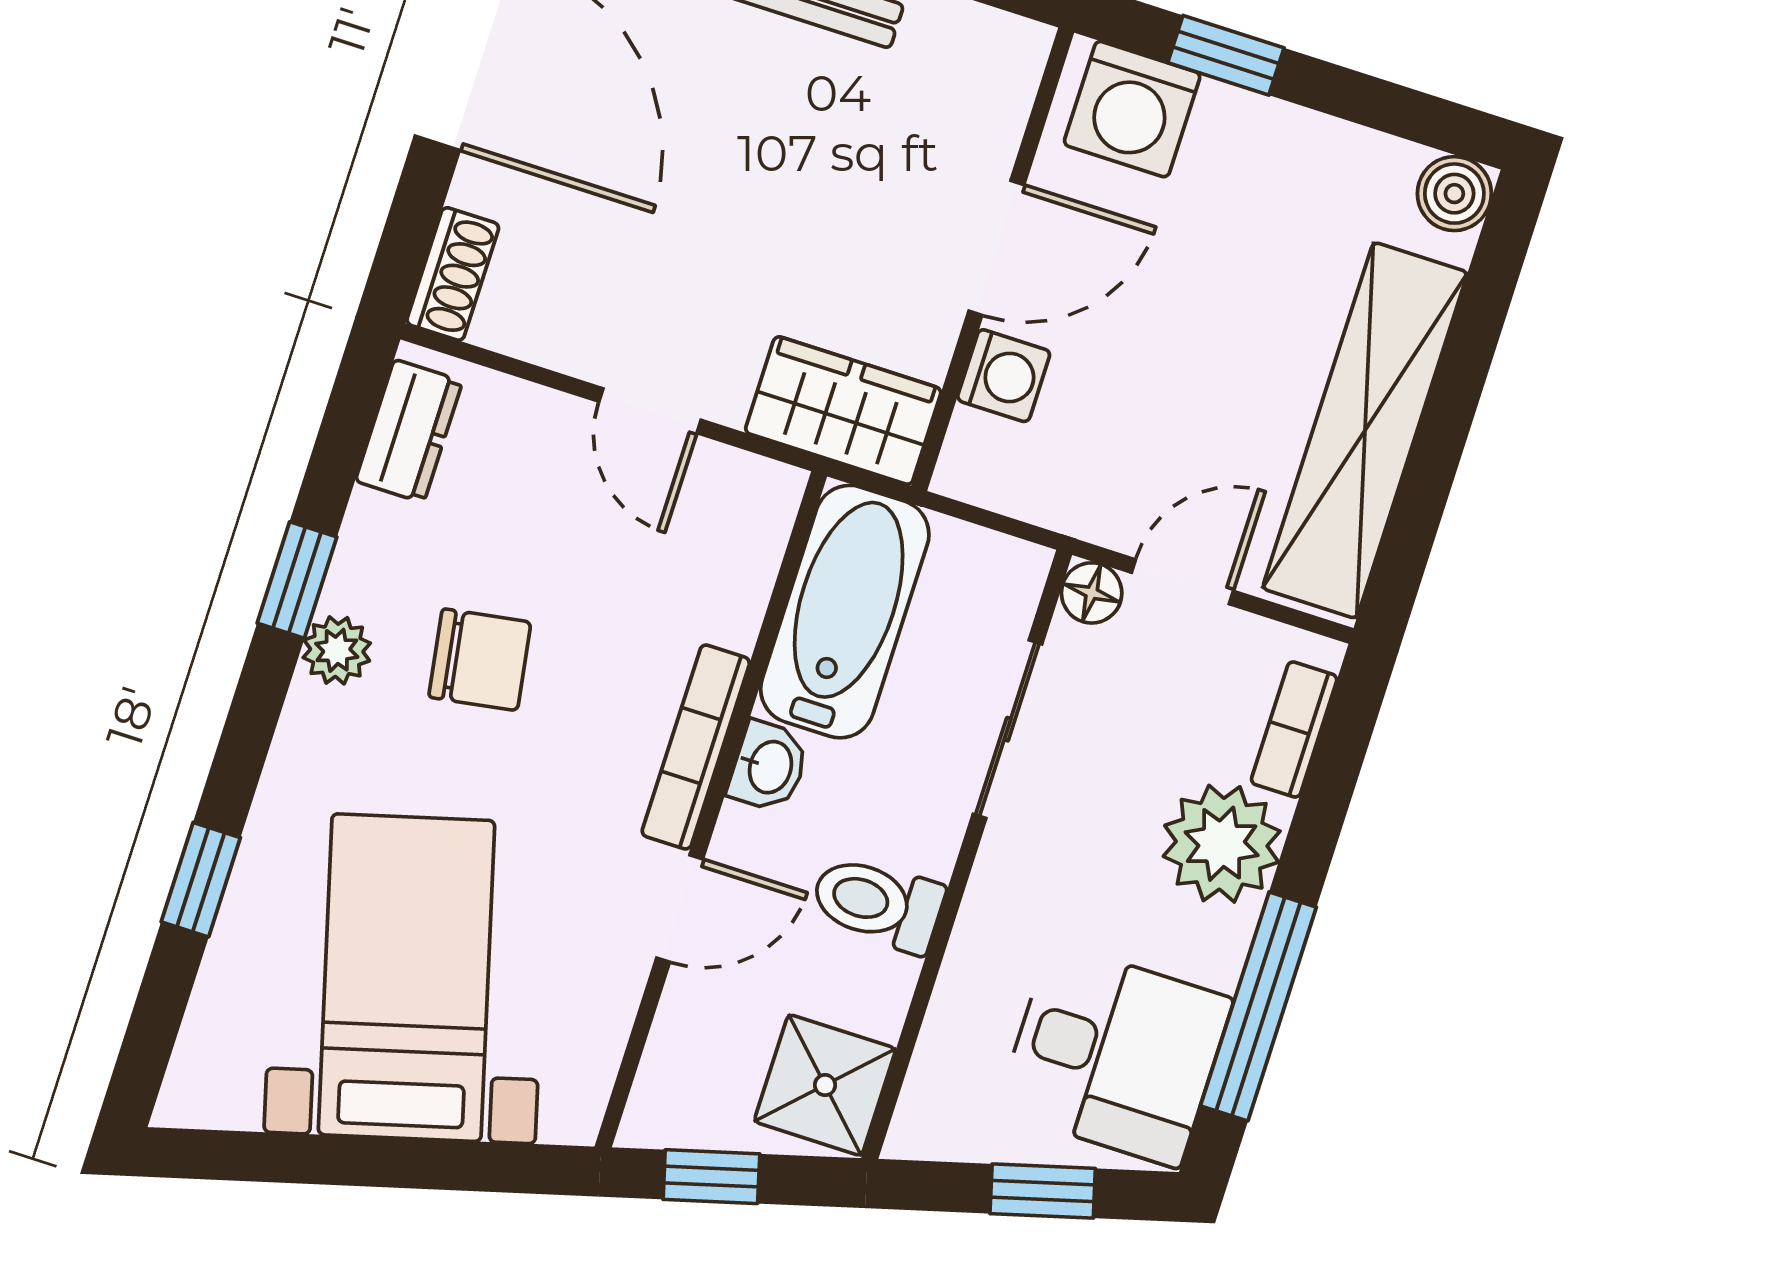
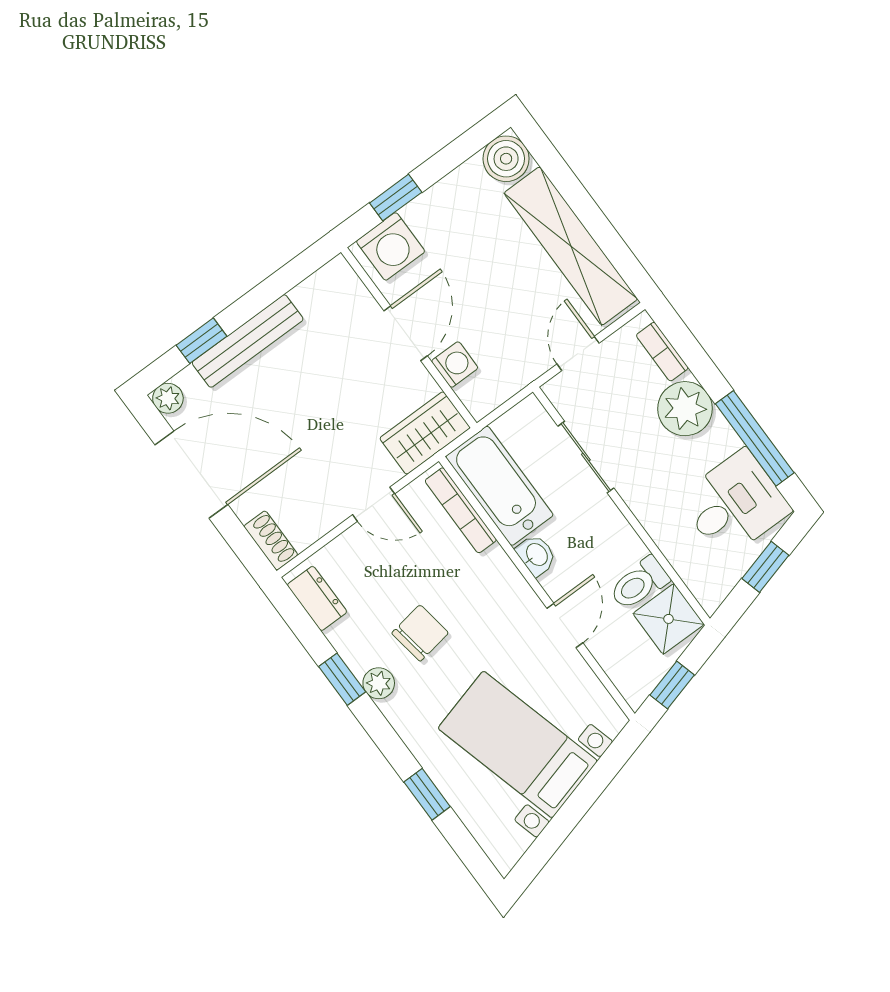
boiler: (1454, 194) -> (506, 159), width x1.36, depth x1.36
floor lamp: (1092, 593) -> (558, 390), removed
bookcase: (696, 747) -> (461, 510), moved
toilet: (877, 903) -> (639, 583), moved

